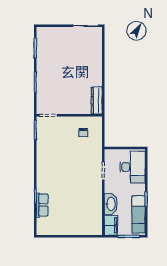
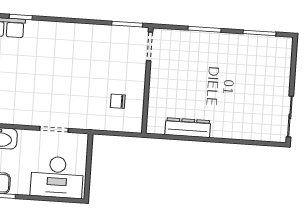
dresser: (97, 100) -> (188, 128), moved

